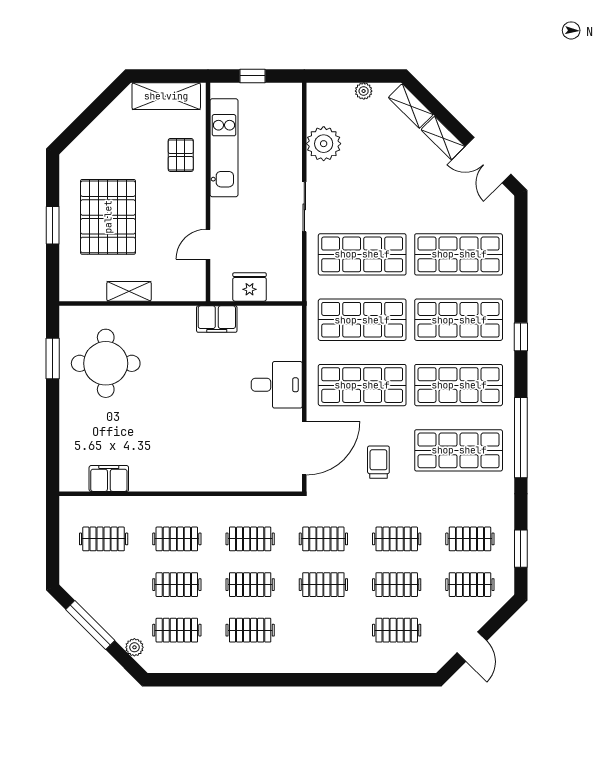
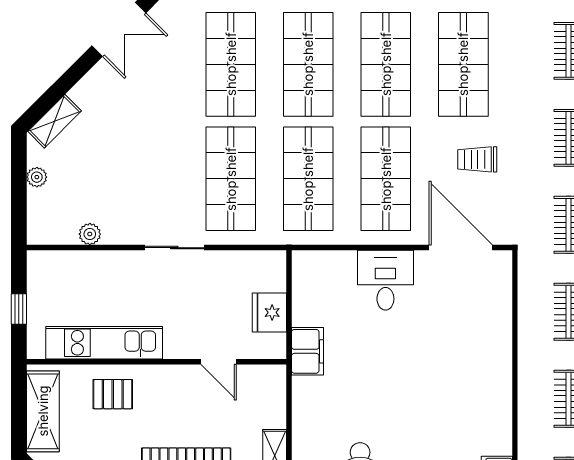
shelving: (443, 138) -> (93, 83), removed
plant: (324, 144) -> (90, 234), width x0.53, depth x0.53

